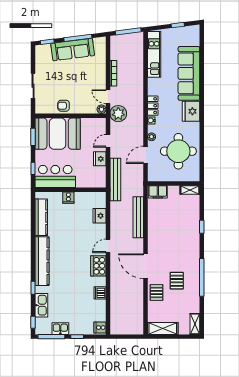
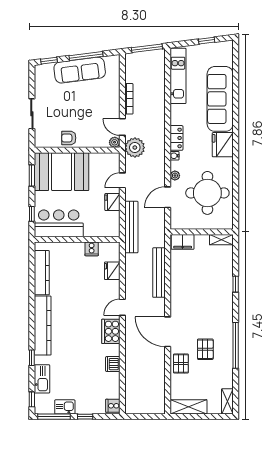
cooker: (68, 198) -> (92, 249), moved

